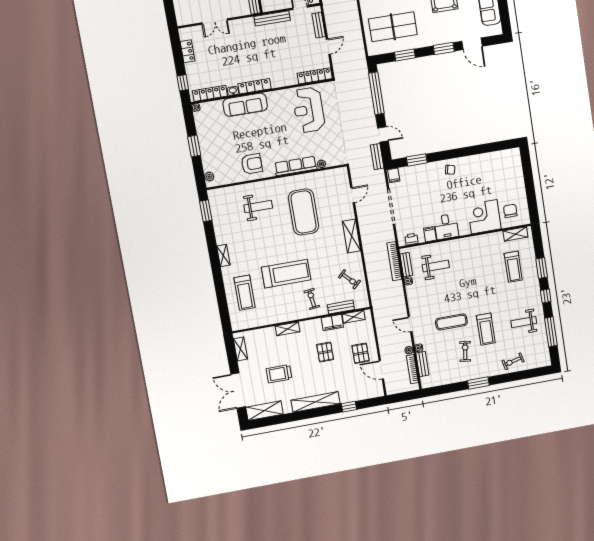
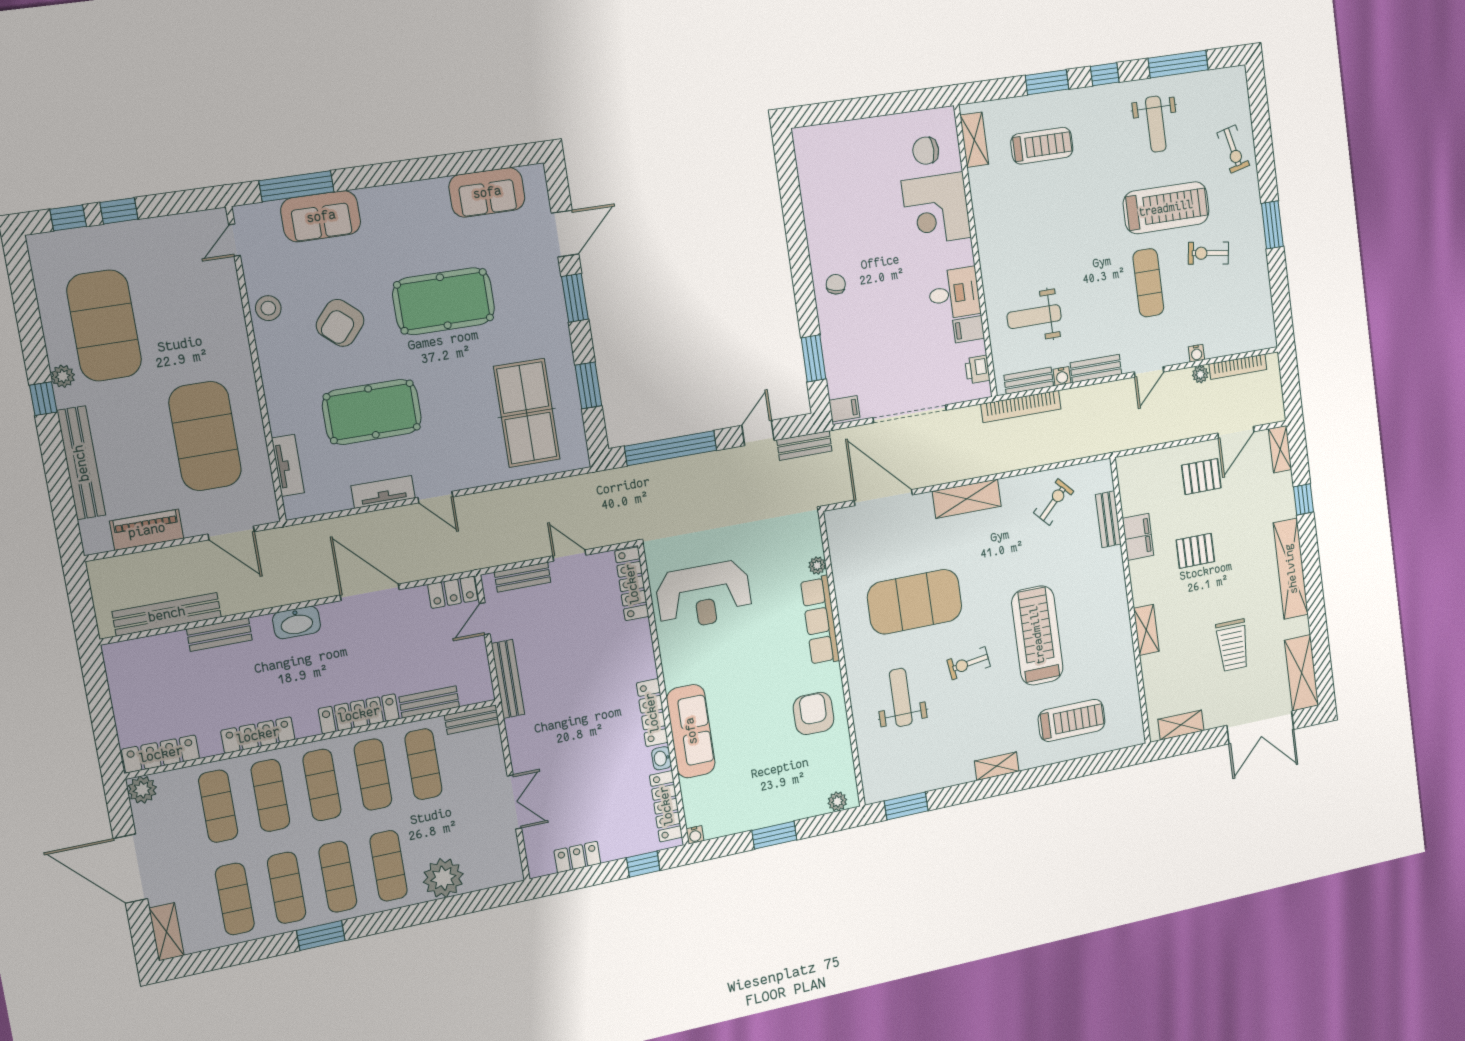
door: (353, 195) -> (883, 498), width x1.88
weight bench: (436, 266) -> (1034, 317), turned -90
exercise bike: (312, 299) -> (969, 663), moved
shelving: (354, 317) -> (1280, 449), moved
treadmill: (486, 329) -> (1166, 208), width x1.37, depth x1.38
bench: (422, 364) -> (1096, 368), moved

